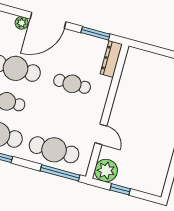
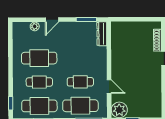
door: (48, 20) -> (52, 20), width x0.53
cafe table: (72, 84) -> (80, 82), moved

